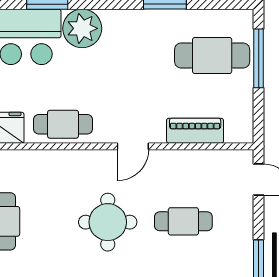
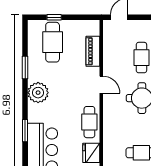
plant: (82, 28) -> (38, 93), moved
window: (259, 58) -> (54, 17), width x0.46

